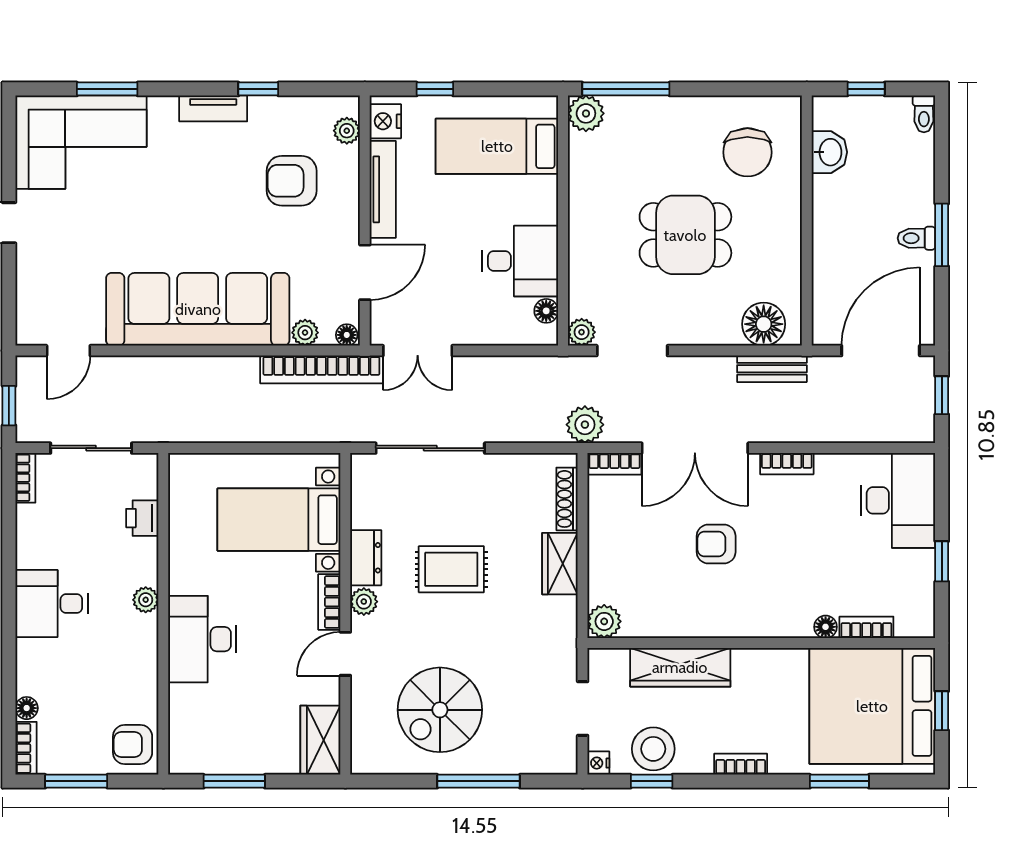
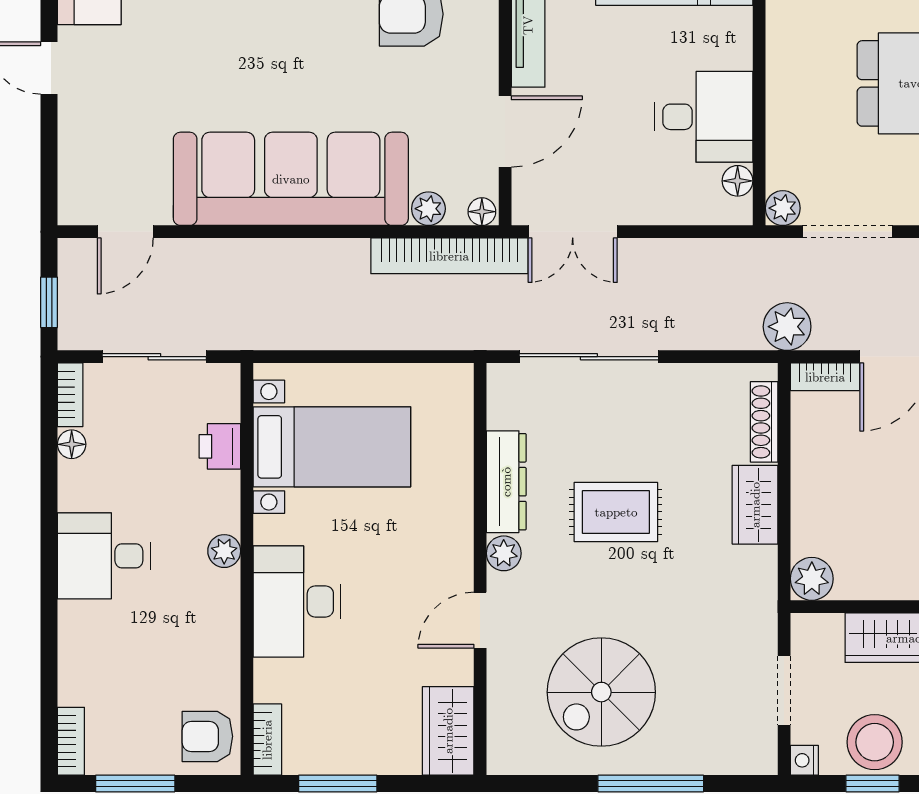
bed with nightstands: (279, 520) -> (332, 447), moved, turned 180
dresser: (366, 558) -> (506, 482), width x1.44
bookcase: (329, 602) -> (267, 740), moved, turned 180
floor lamp: (27, 708) -> (72, 444), moved

